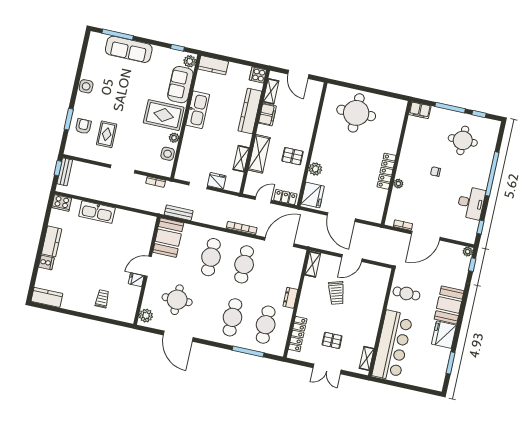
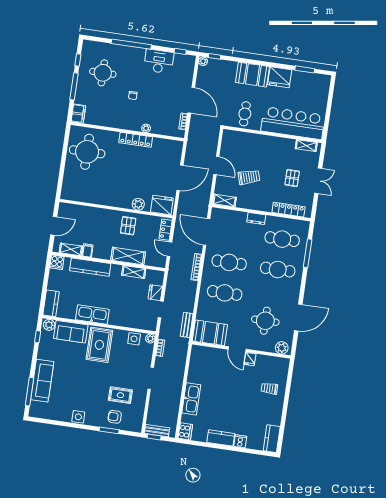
round table: (356, 113) -> (87, 152), moved
filing cabinet: (267, 115) -> (87, 250), width x0.50
plant: (174, 138) -> (150, 339), moved

